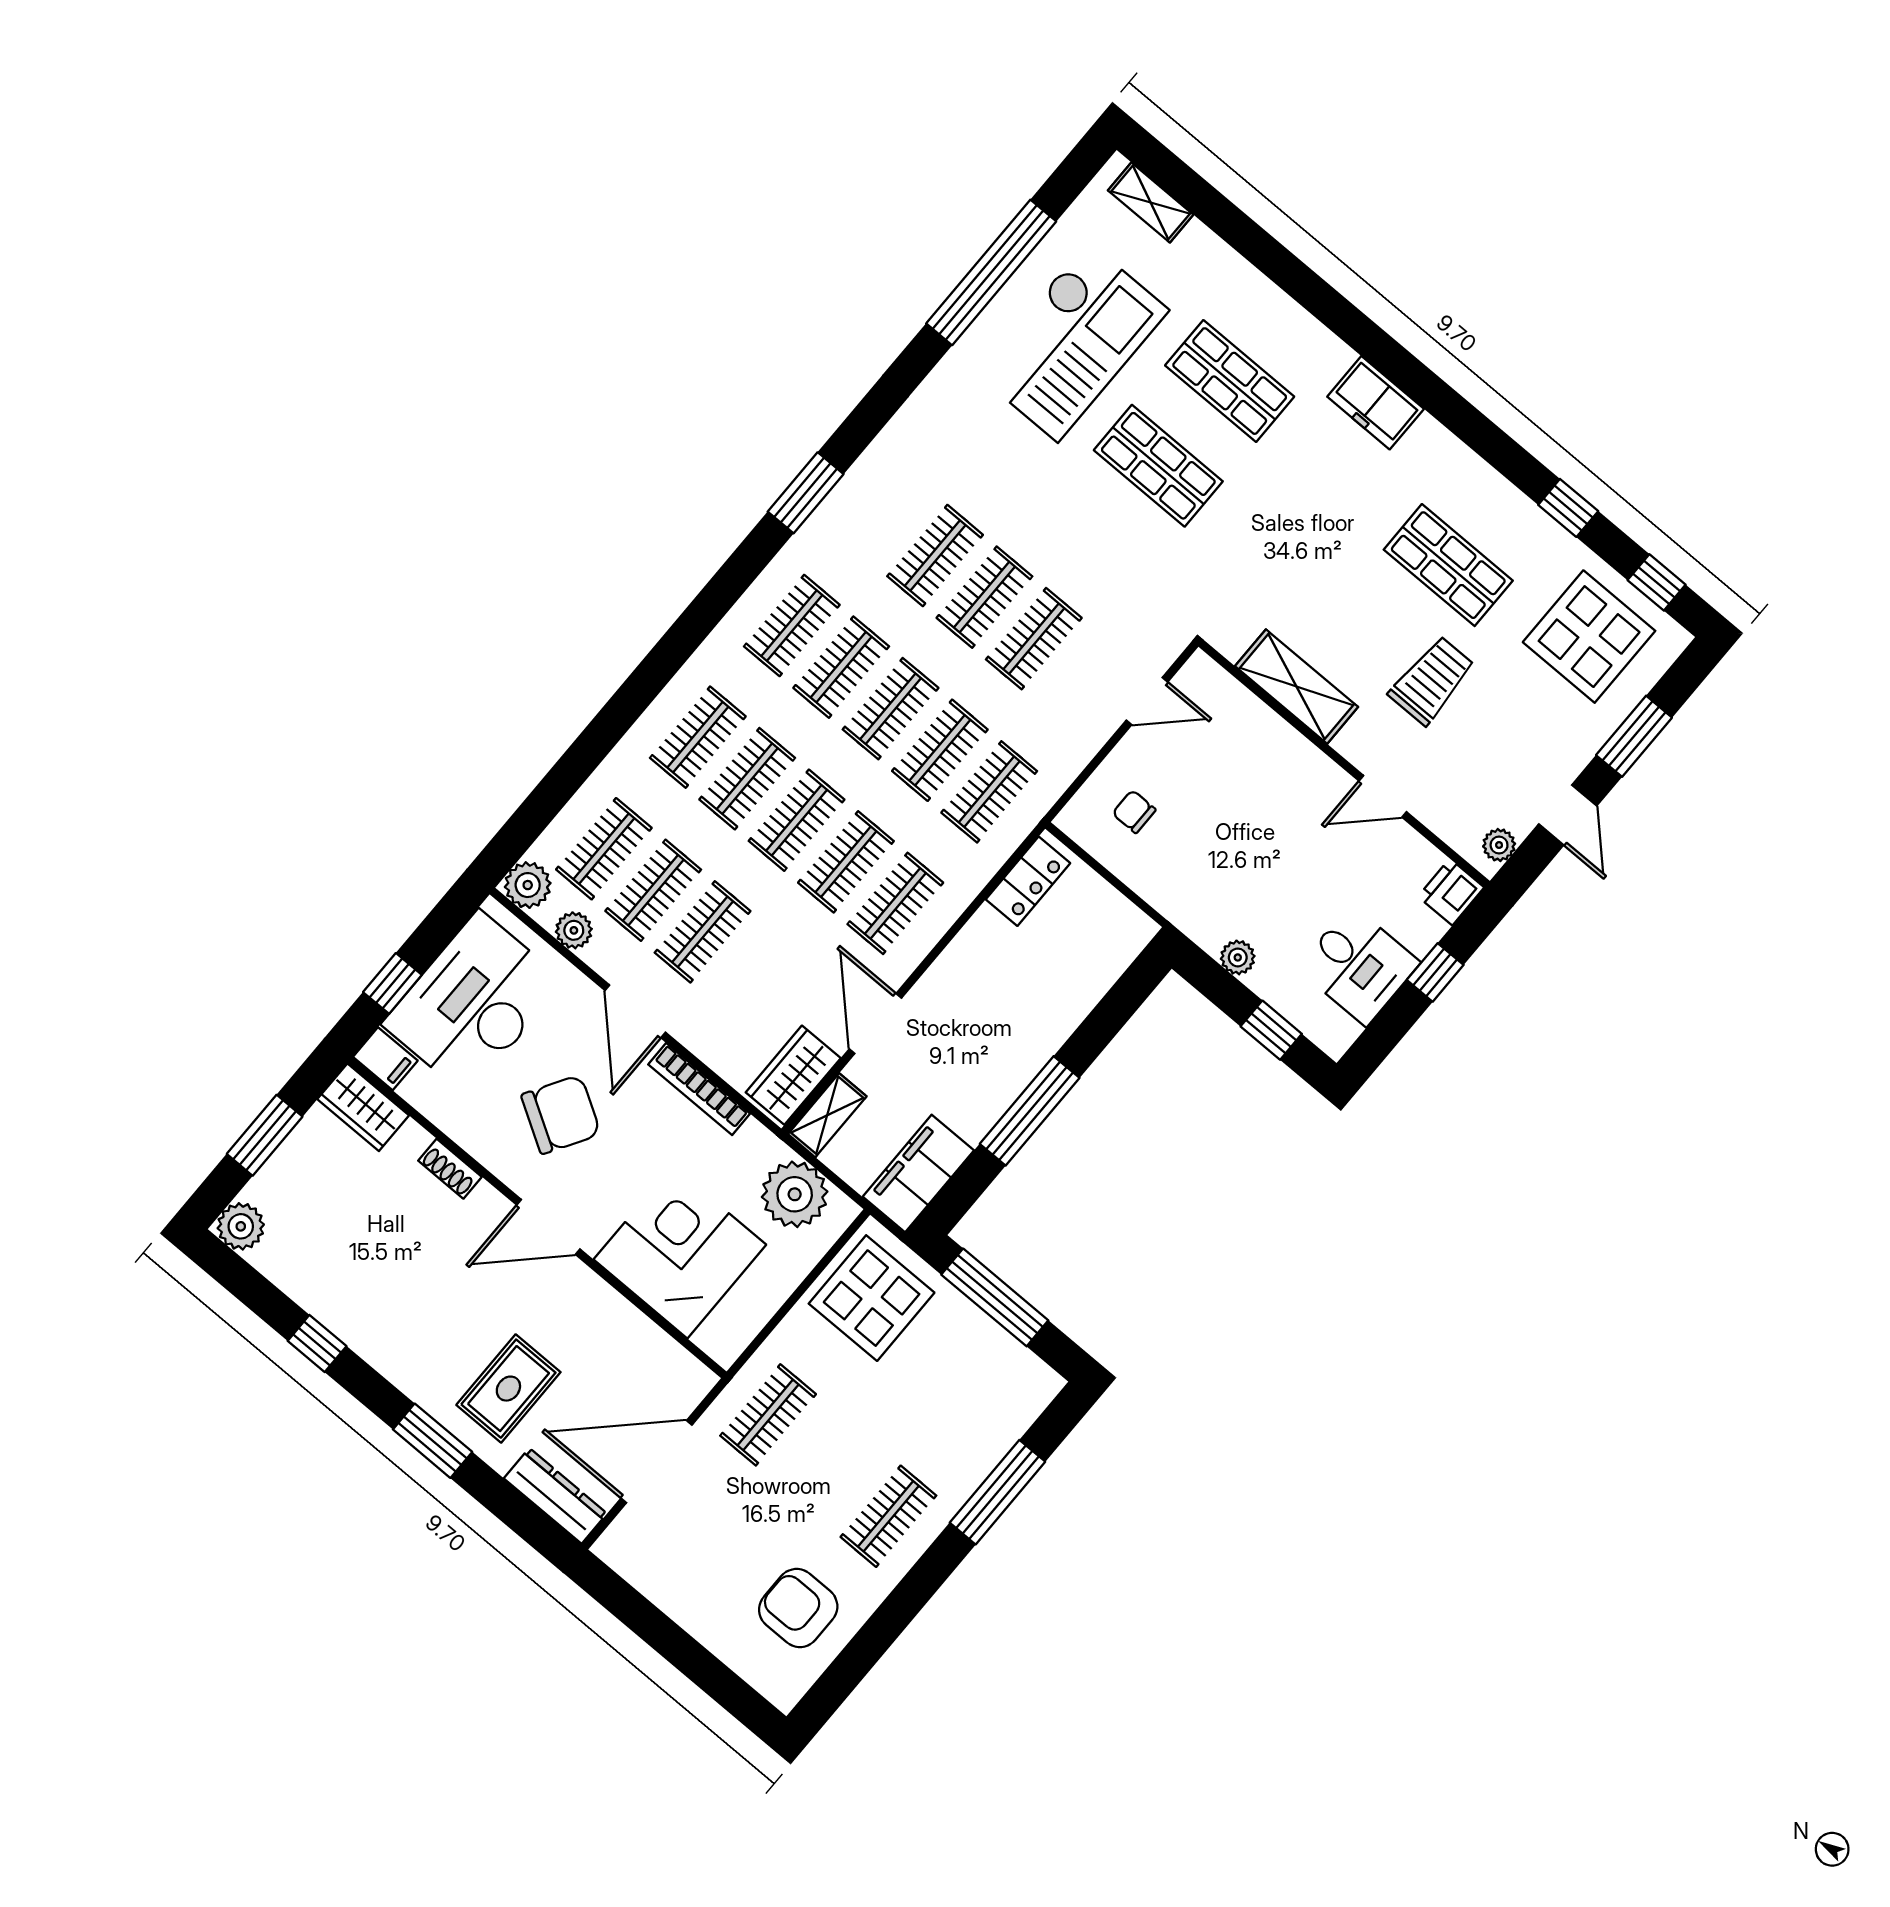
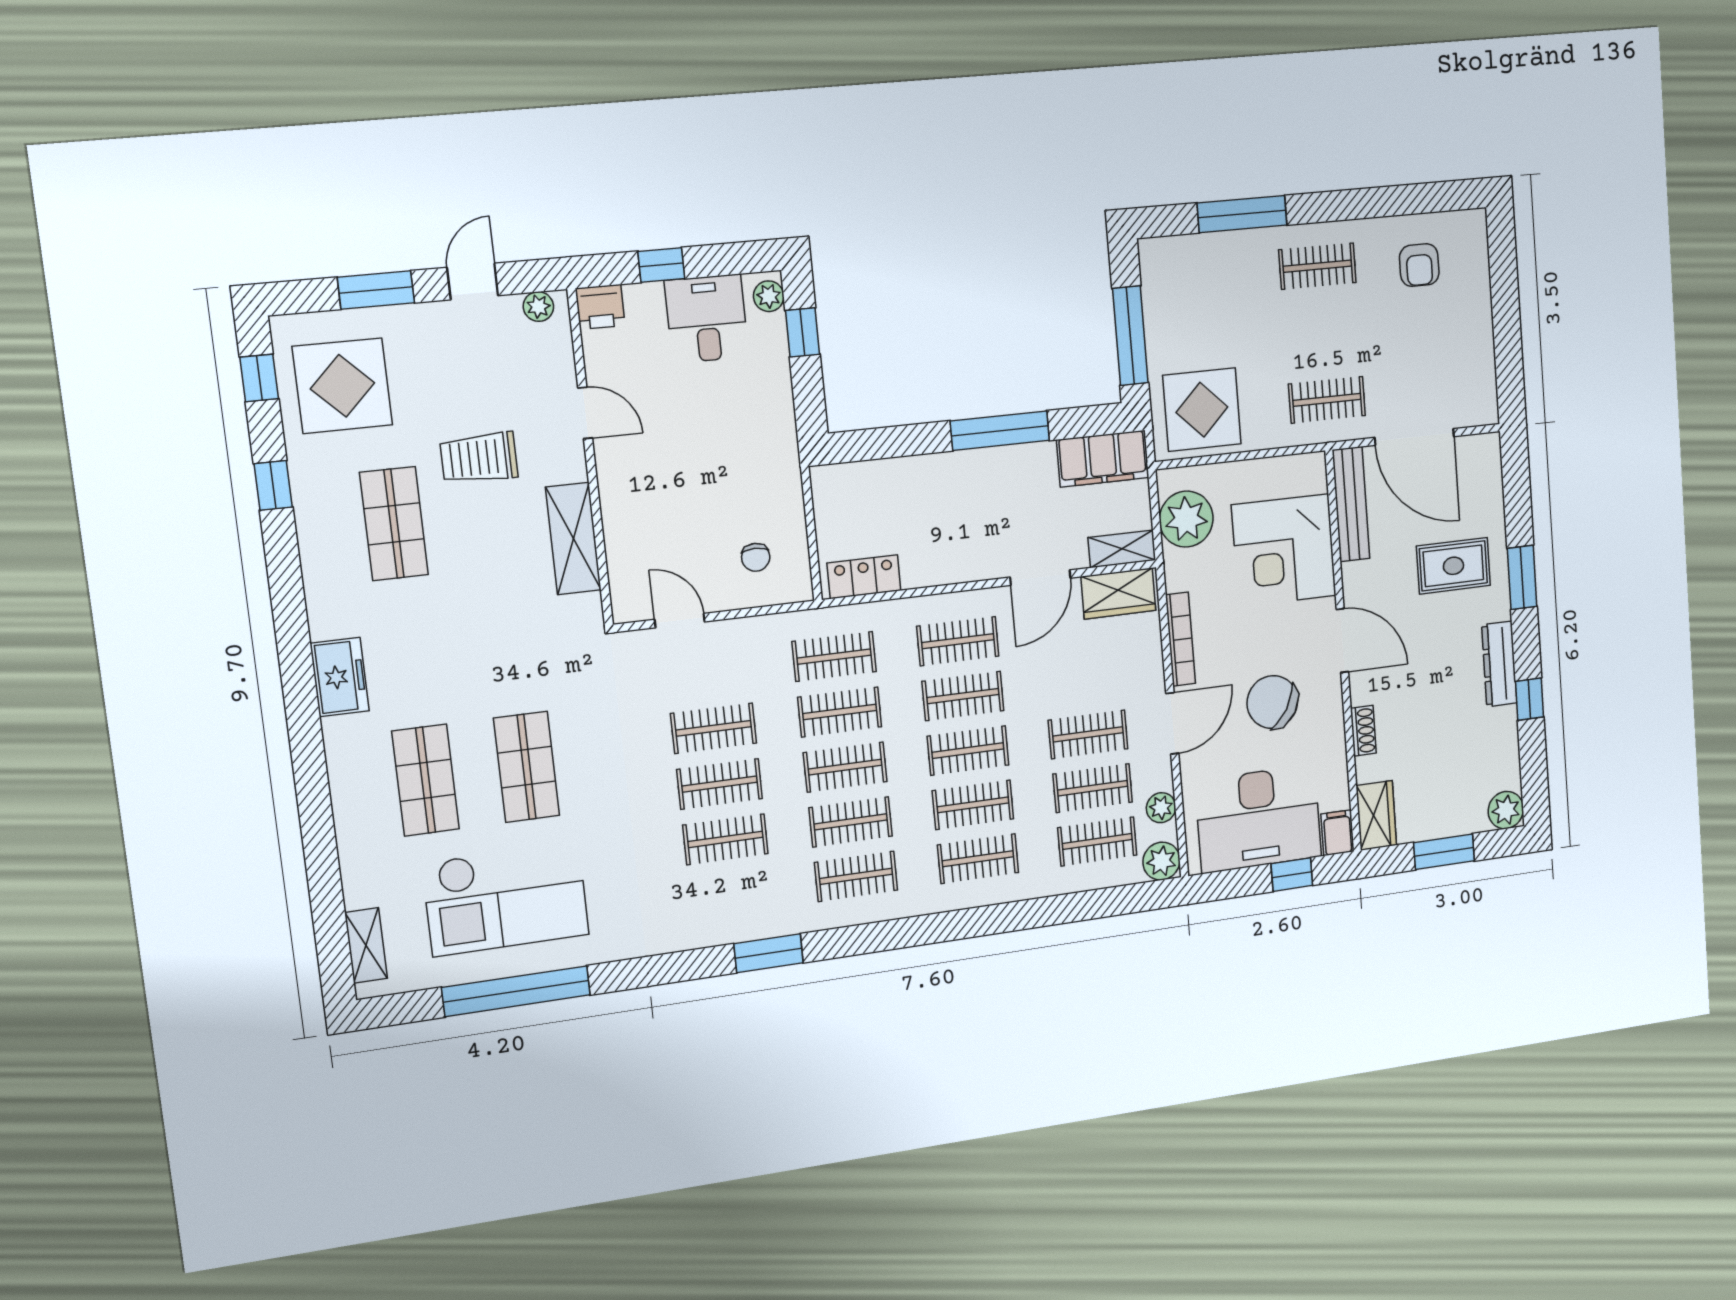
checkout: (1072, 342) -> (506, 899), turned 180
plant: (1238, 957) -> (769, 296), moved
bench: (658, 1349) -> (1351, 504), added
dresser: (555, 1496) -> (1499, 664), moved
armchair: (798, 1608) -> (1419, 265), width x0.72, depth x0.72

